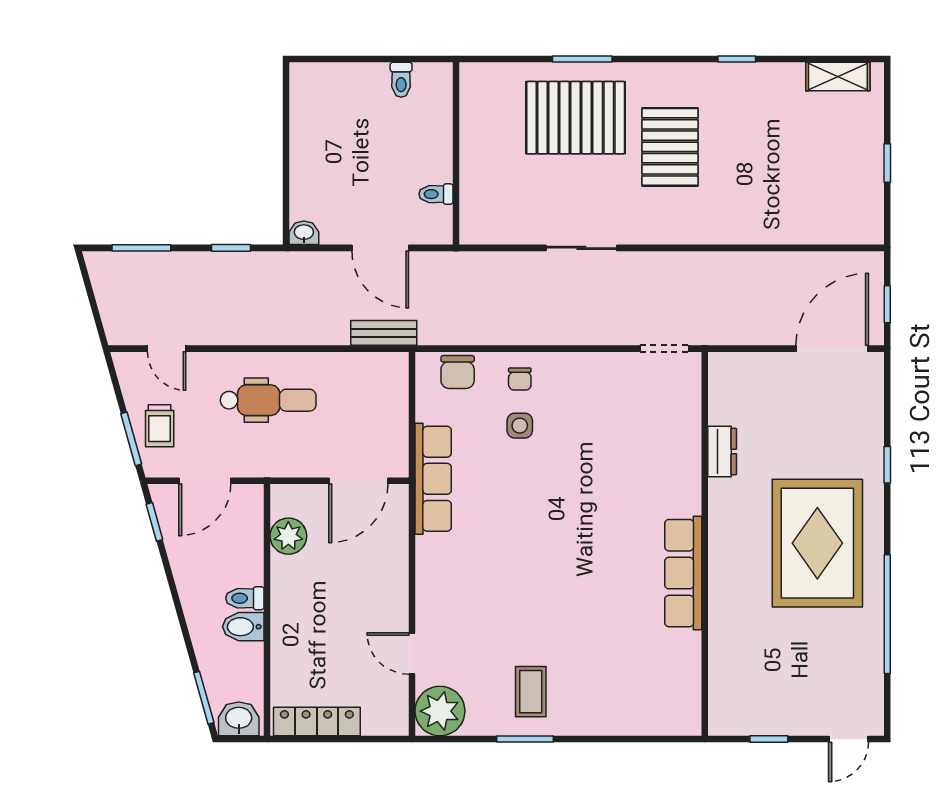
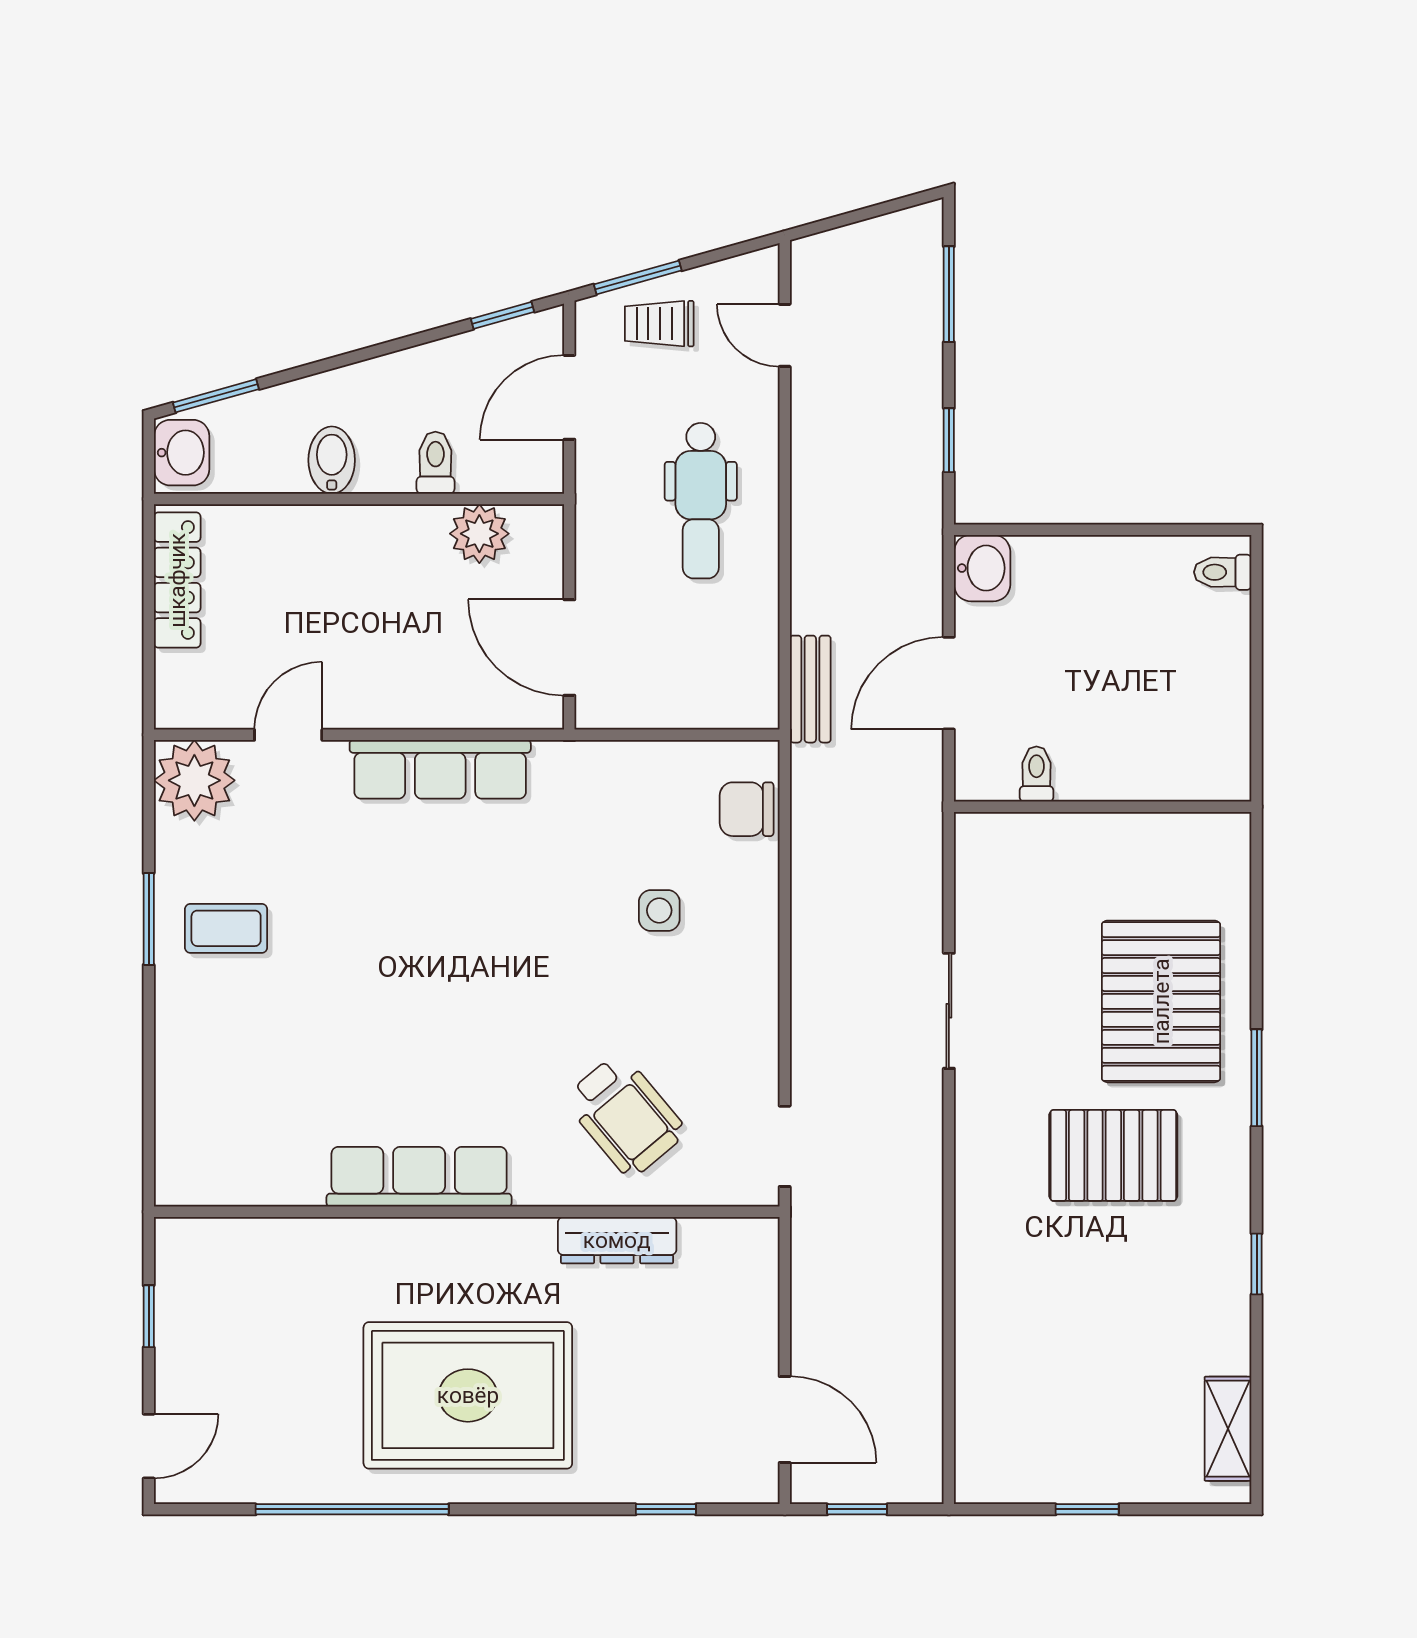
window: (582, 59) -> (1257, 1078), moved
toilet: (401, 80) -> (1223, 572), moved
washbasin: (304, 233) -> (982, 568), width x1.38, depth x1.45
door: (167, 349) -> (785, 335), hinge flipped
door: (832, 349) -> (785, 1420), width x0.73
chair: (520, 379) -> (735, 911), removed
wheelchair: (646, 447) -> (625, 1115), added
dresser: (722, 452) -> (617, 1240), width x1.44
window: (887, 465) -> (666, 1509), moved
row of seats: (433, 479) -> (440, 769), moved
door: (205, 481) -> (569, 397), hinge flipped
toilet: (245, 598) -> (435, 463), moved
door: (849, 739) -> (149, 1446), swing flipped

